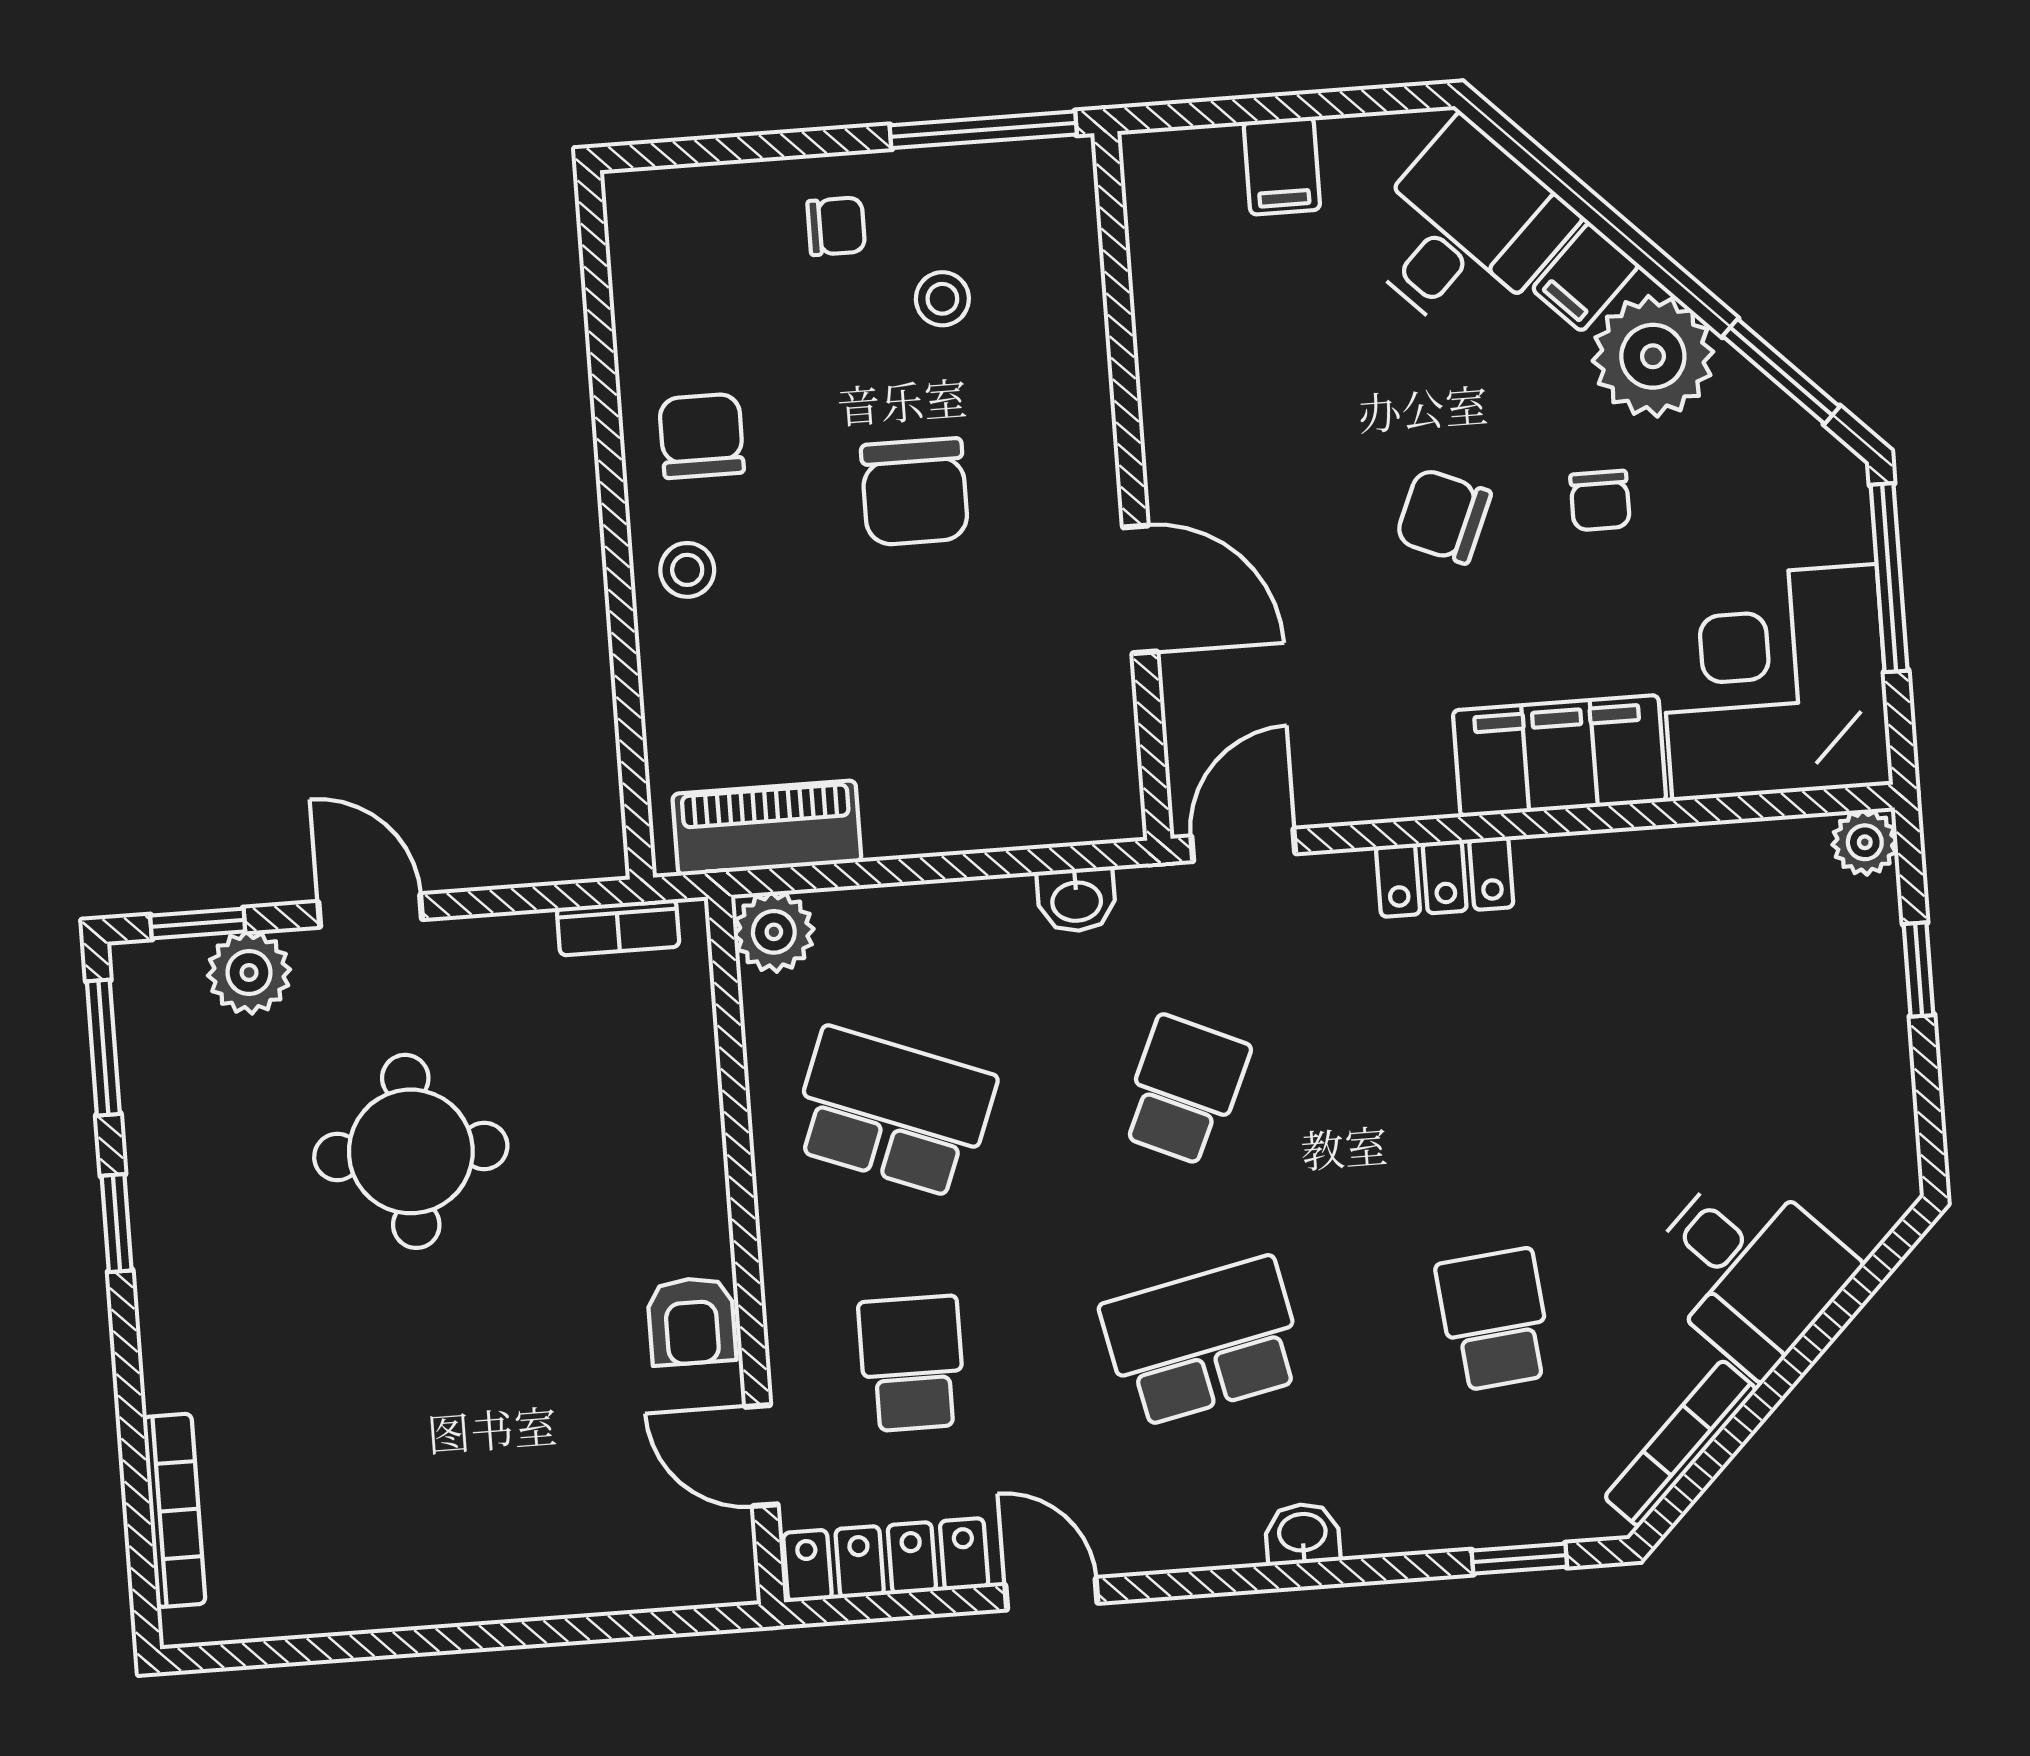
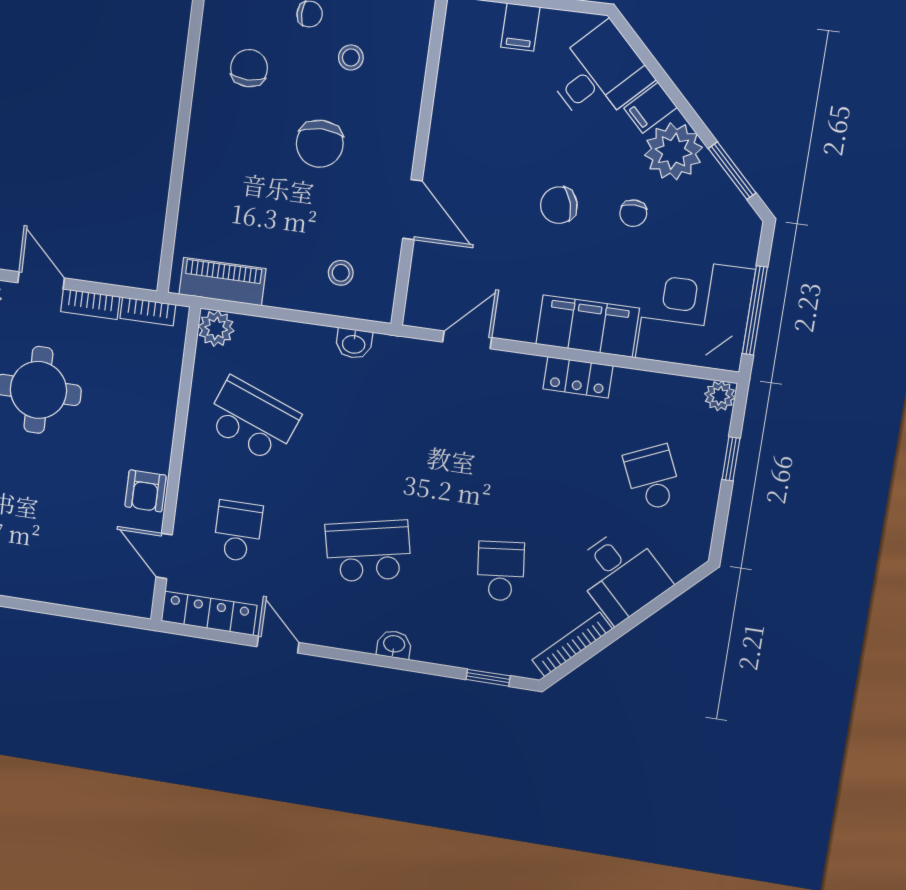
chair: (701, 436) -> (249, 68), moved
chair: (1443, 516) -> (559, 205), turned -40
stool: (687, 570) -> (341, 273), moved
window: (1889, 578) -> (755, 310), moved
door: (1243, 845) -> (467, 340), moved
locker: (1445, 877) -> (578, 377), moved
bookcase: (489, 939) -> (90, 304), added
school desk: (1184, 1090) -> (653, 478), moved, turned -48

